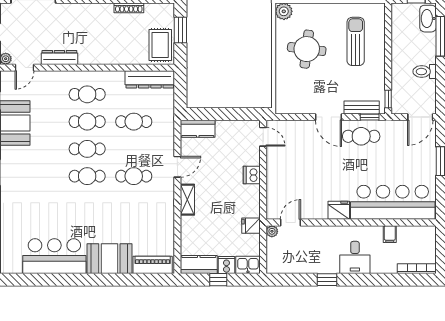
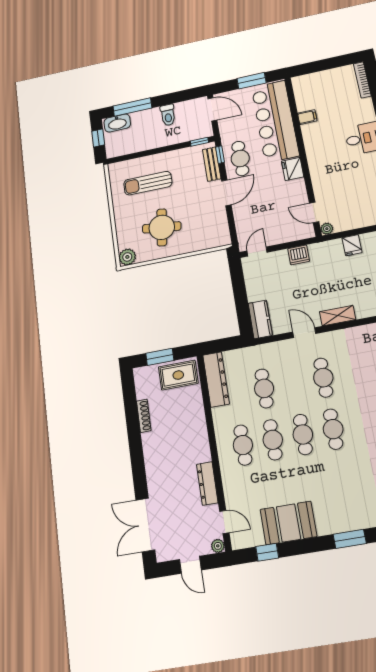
bar counter: (393, 202) -> (275, 121), moved
fridge: (339, 210) -> (293, 169), moved
door: (290, 223) -> (314, 212), moved
wall: (351, 223) -> (303, 155), moved
plant: (272, 231) -> (327, 229), moved
filing cabinet: (390, 234) -> (307, 117), moved

